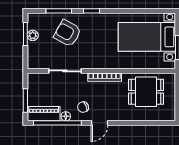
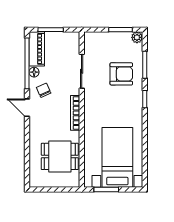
armchair: (67, 33) -> (121, 74), turned 61
plant: (33, 35) -> (137, 37), moved
dining table: (146, 92) -> (60, 156), turned 90

